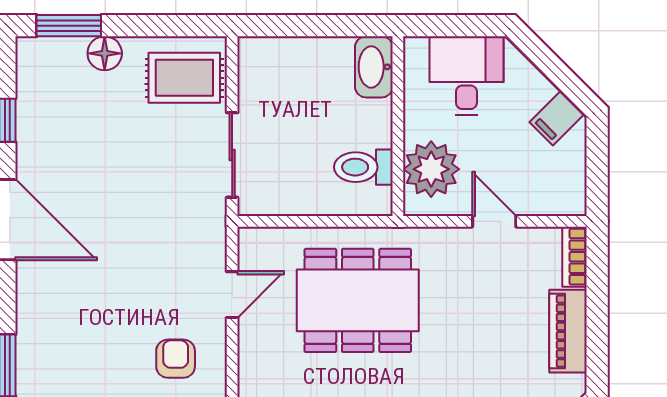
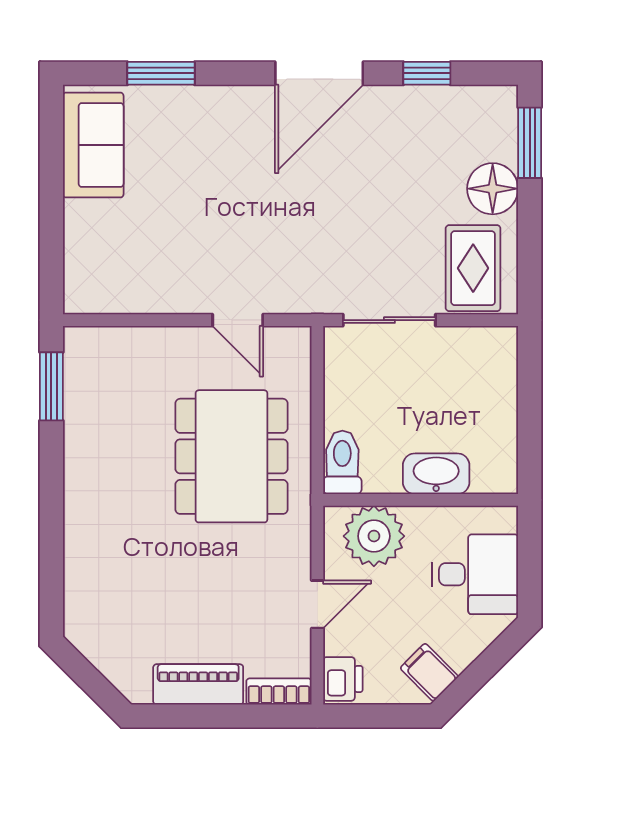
floor lamp: (105, 53) -> (493, 189), width x1.38, depth x1.38
washbasin: (374, 67) -> (436, 474), moved
toilet: (363, 167) -> (342, 462), moved
printer: (563, 198) -> (343, 679), added
armchair: (176, 359) -> (168, 259), removed

